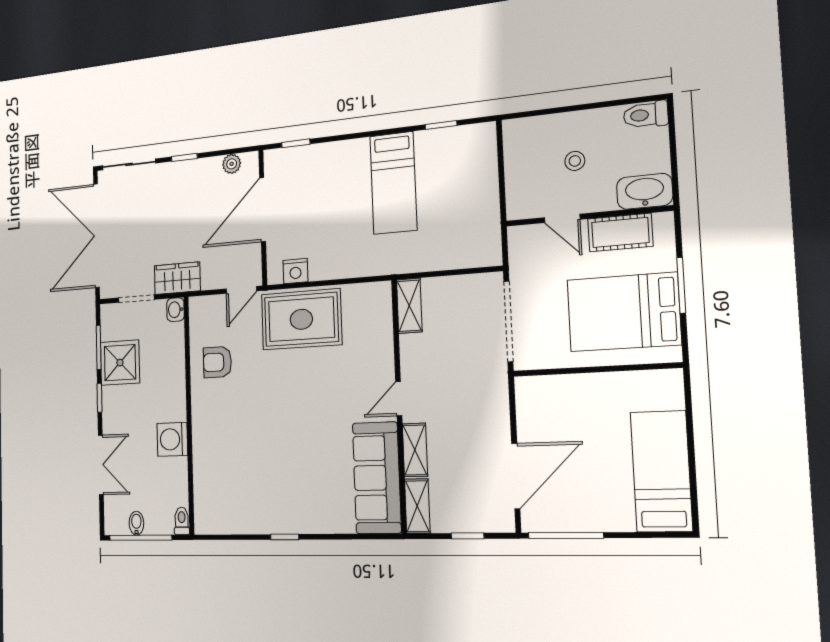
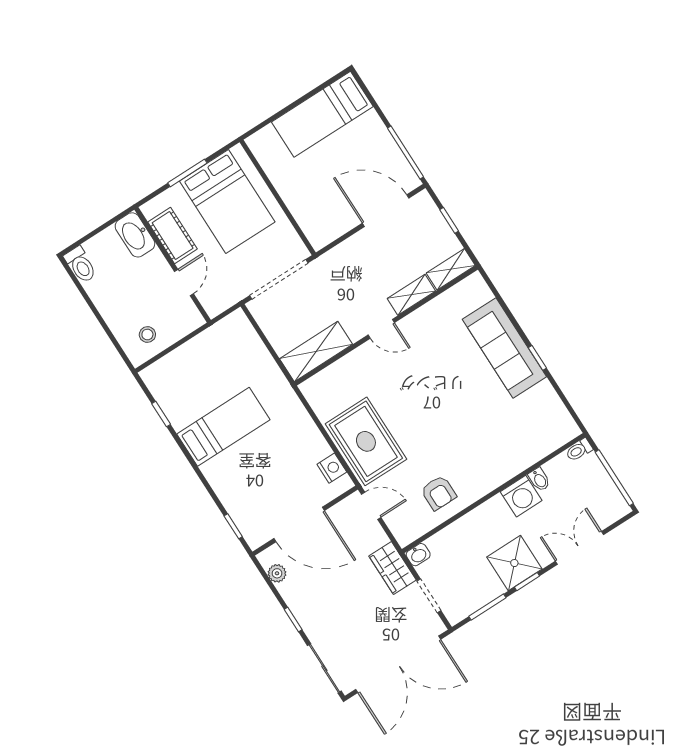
stool: (575, 161) -> (147, 335), moved
shelving: (409, 306) -> (316, 351), width x1.50, depth x1.33
shower: (120, 363) -> (514, 563), moved
sofa: (377, 478) -> (504, 348), moved, turned 90
bidet: (136, 523) -> (539, 479), moved, turned -90

